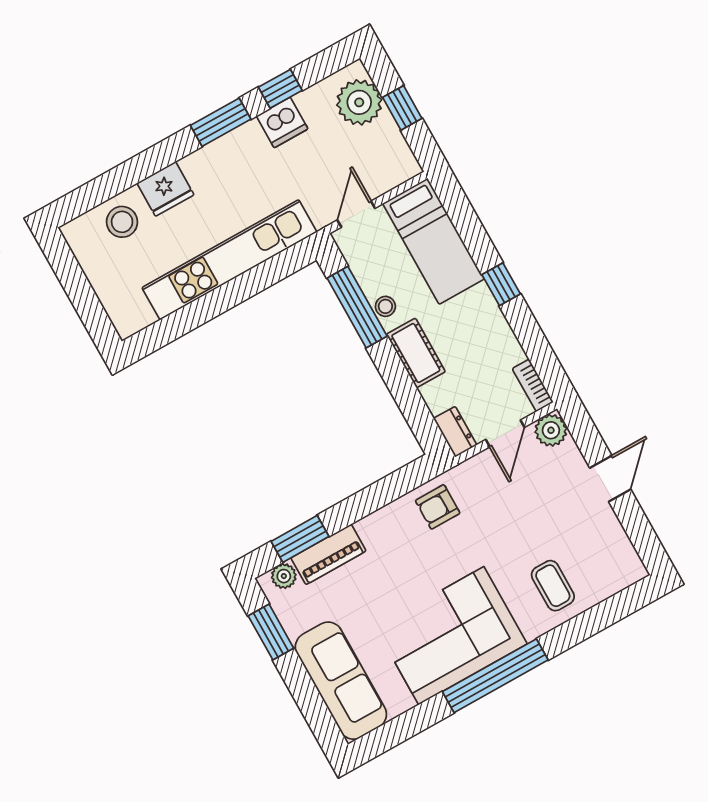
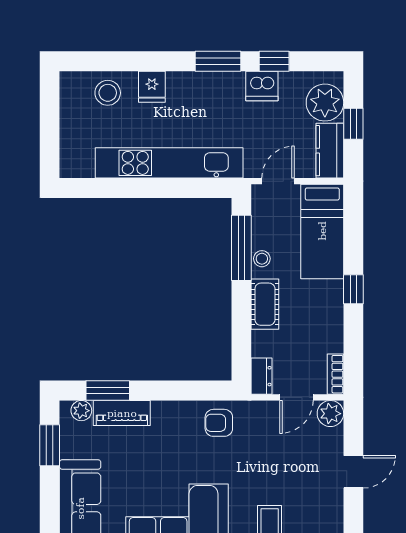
kitchen counter: (393, 151) -> (330, 151), added
fridge: (165, 189) -> (152, 87), width x0.72

